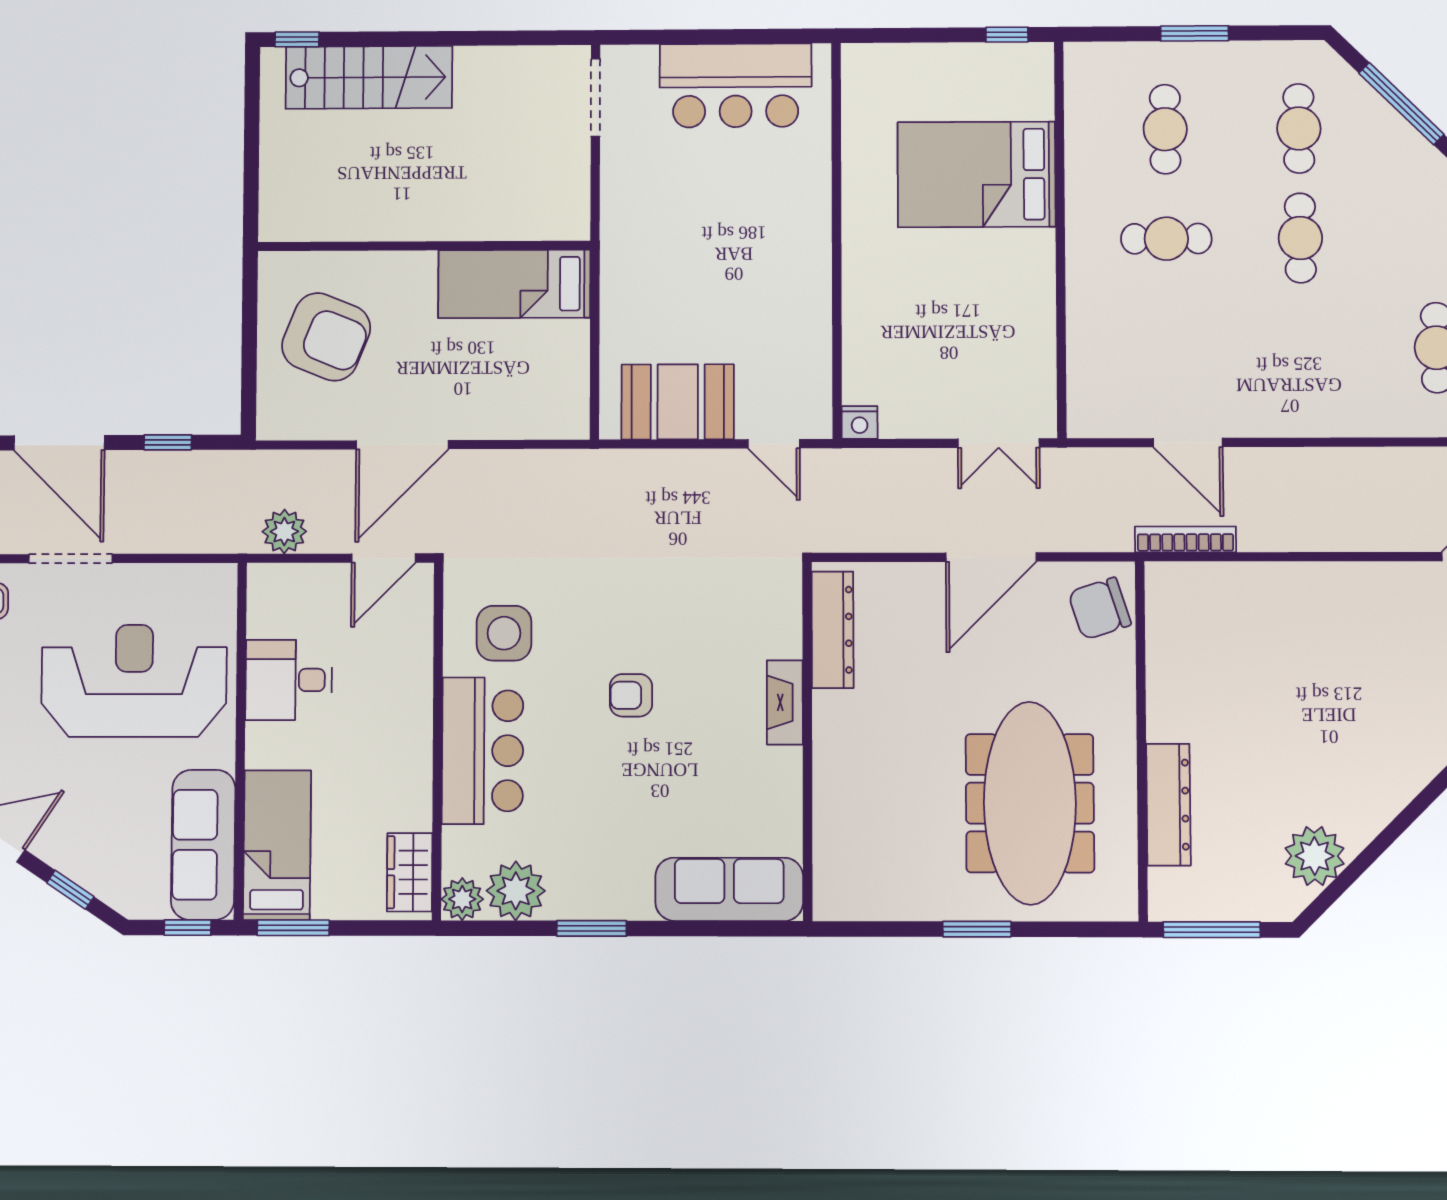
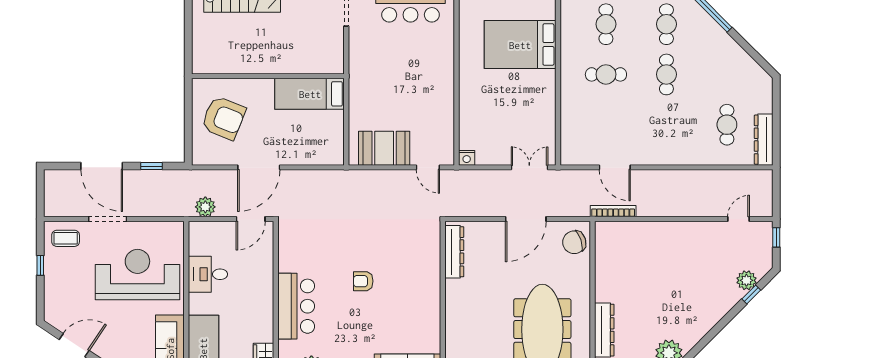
double door: (999, 443) -> (529, 167), swing flipped
side table: (504, 633) -> (306, 253), removed
fireplace: (785, 702) -> (433, 284), removed

